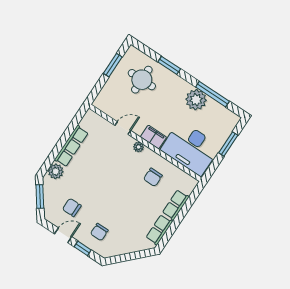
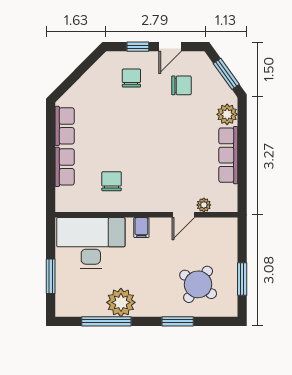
round table: (142, 80) -> (198, 284), turned 35
filing cabinet: (153, 137) -> (141, 228), width x0.50
plant: (139, 147) -> (204, 205), moved

